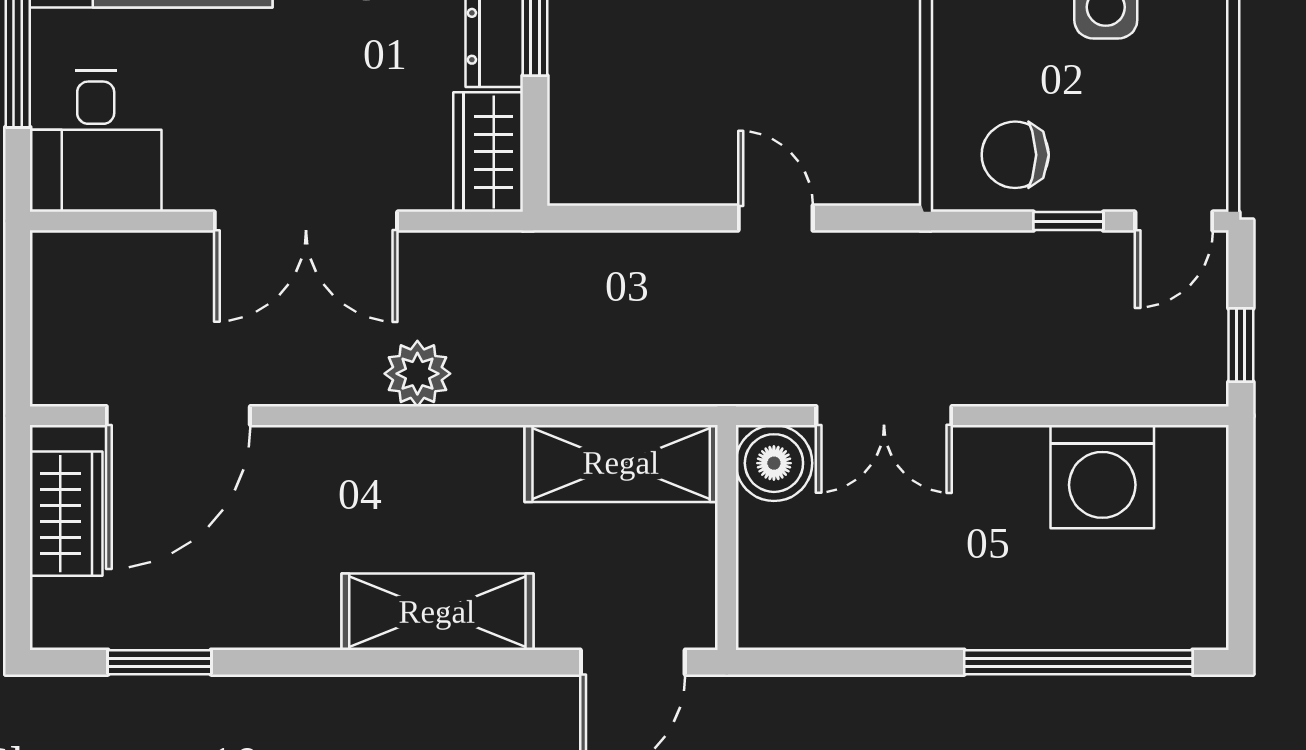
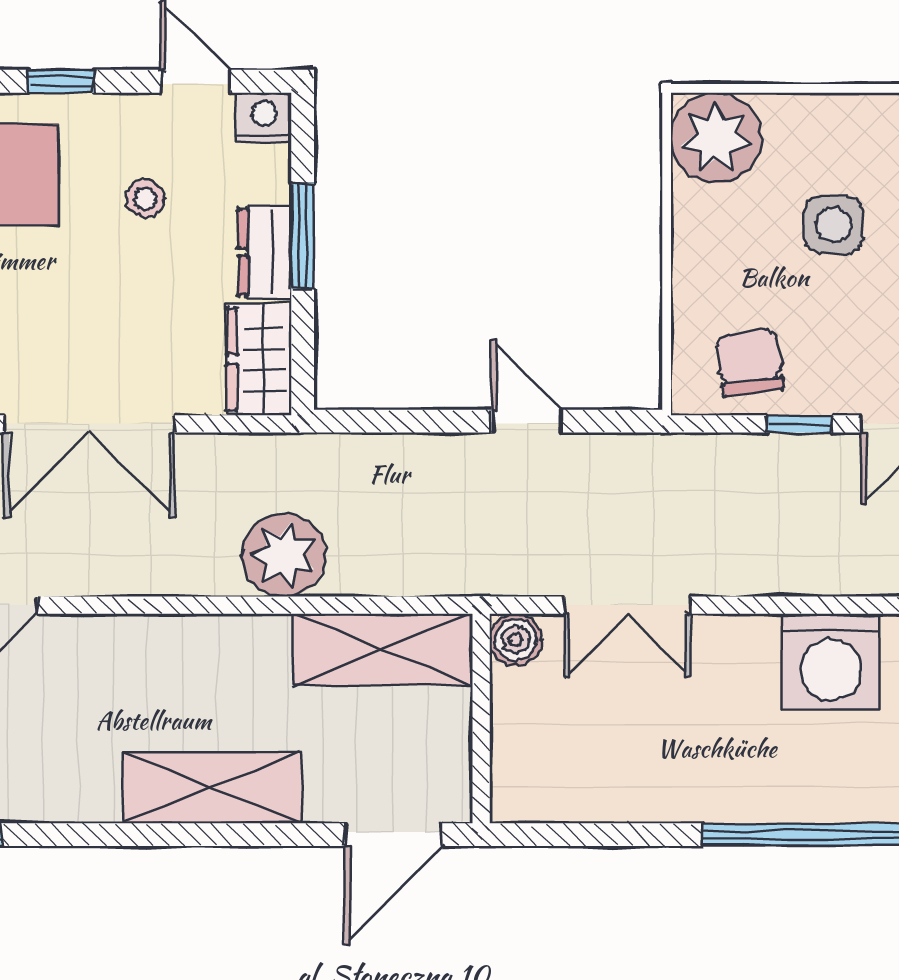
chair: (1015, 155) -> (750, 362), turned 83
plant: (417, 374) -> (284, 555), moved, width x1.36, depth x1.36
boiler: (774, 463) -> (516, 640), width x0.73, depth x0.73

